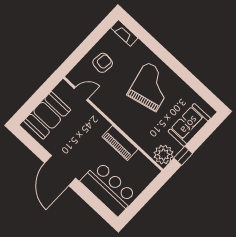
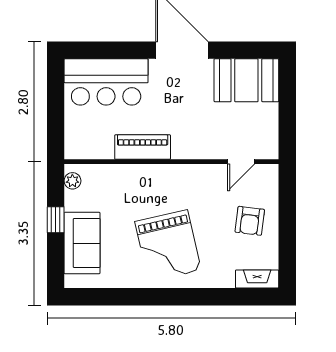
booth: (47, 115) -> (246, 80), moved, turned 90
plant: (164, 155) -> (72, 181), width x0.53, depth x0.53
window: (183, 156) -> (56, 220), moved

